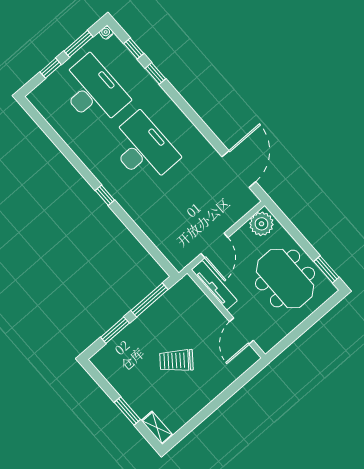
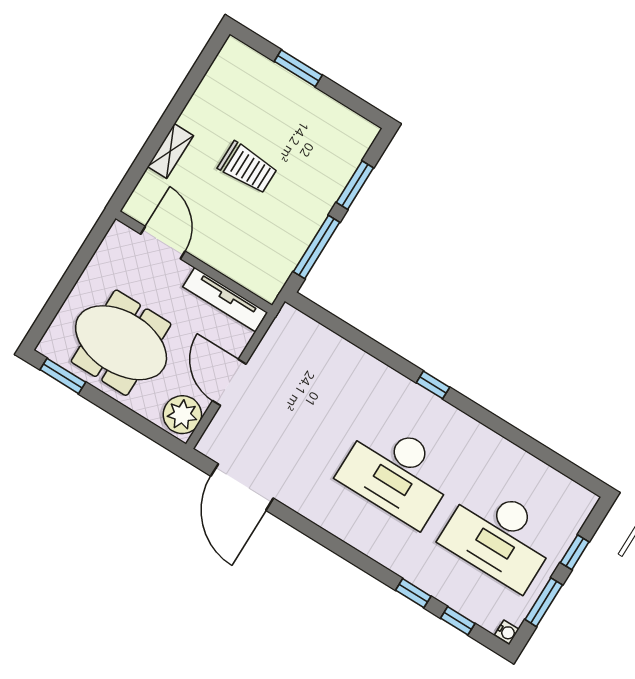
door: (214, 246) -> (229, 382), moved
trolley: (176, 361) -> (248, 168), turned 52
shelving: (157, 428) -> (170, 151), moved, turned 90

